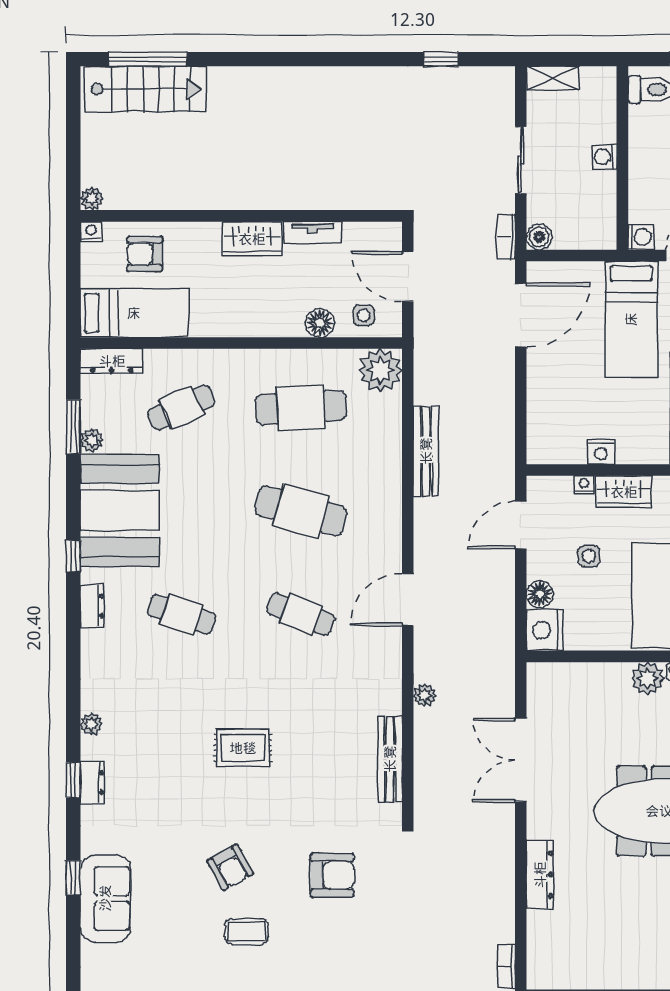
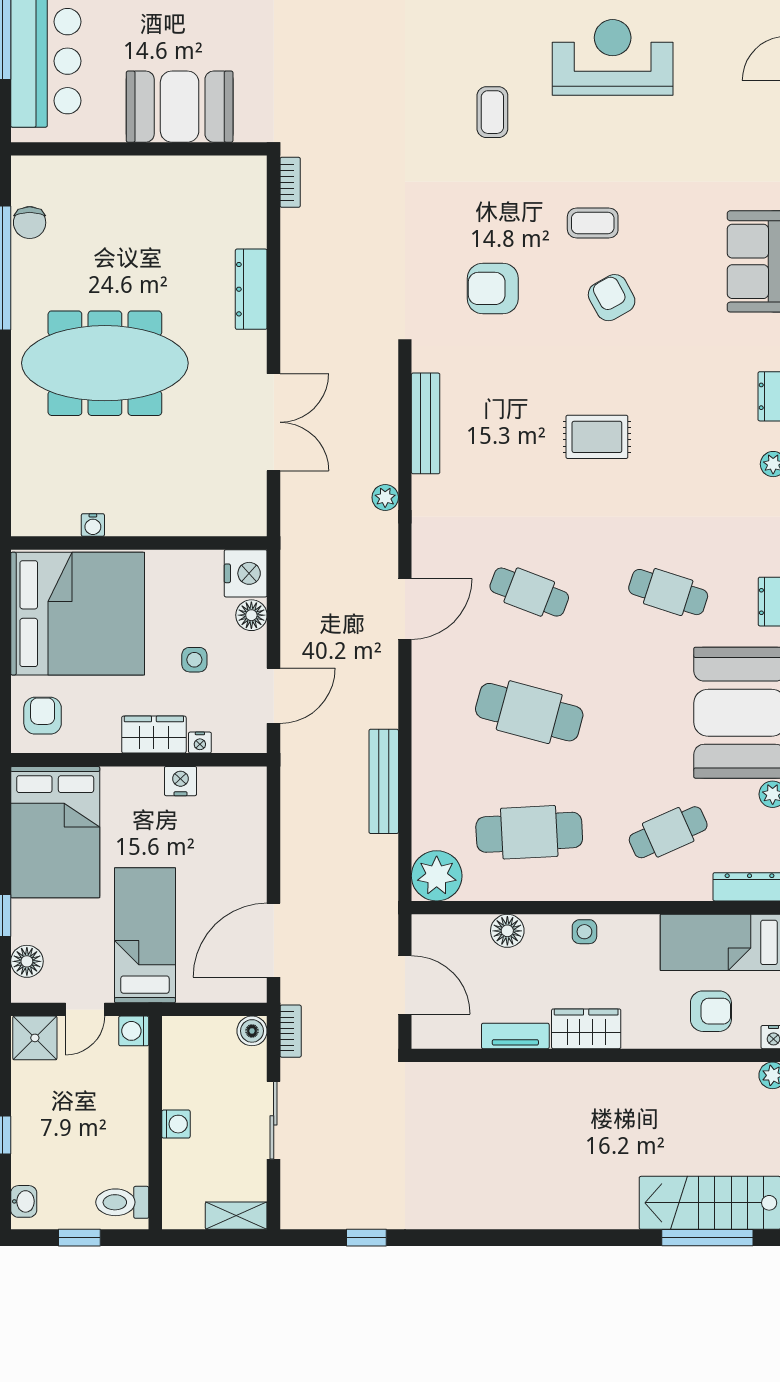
side table: (364, 315) -> (584, 932), moved
plant: (648, 678) -> (126, 517), removed

